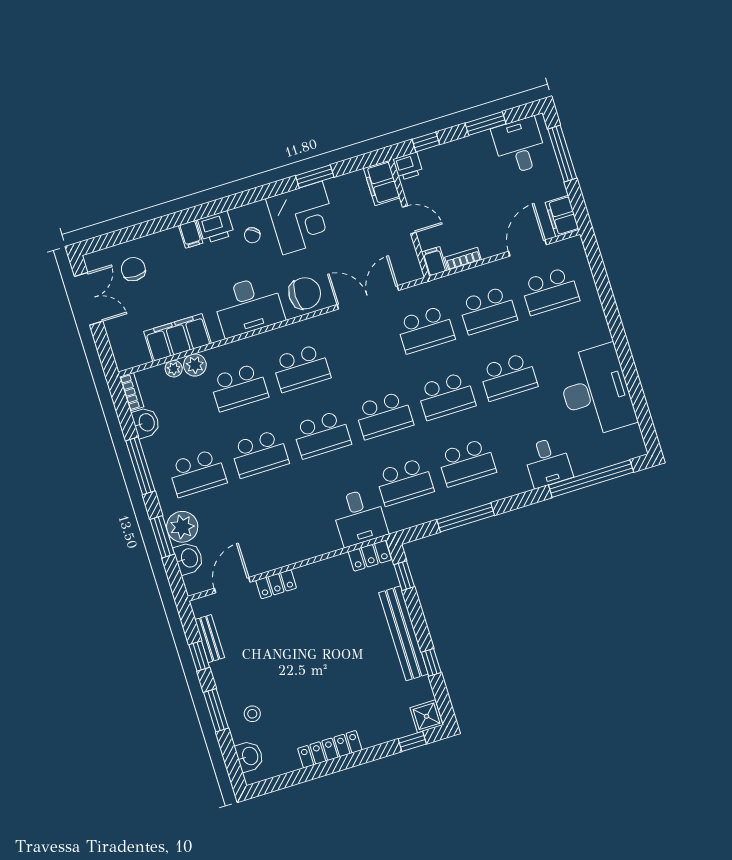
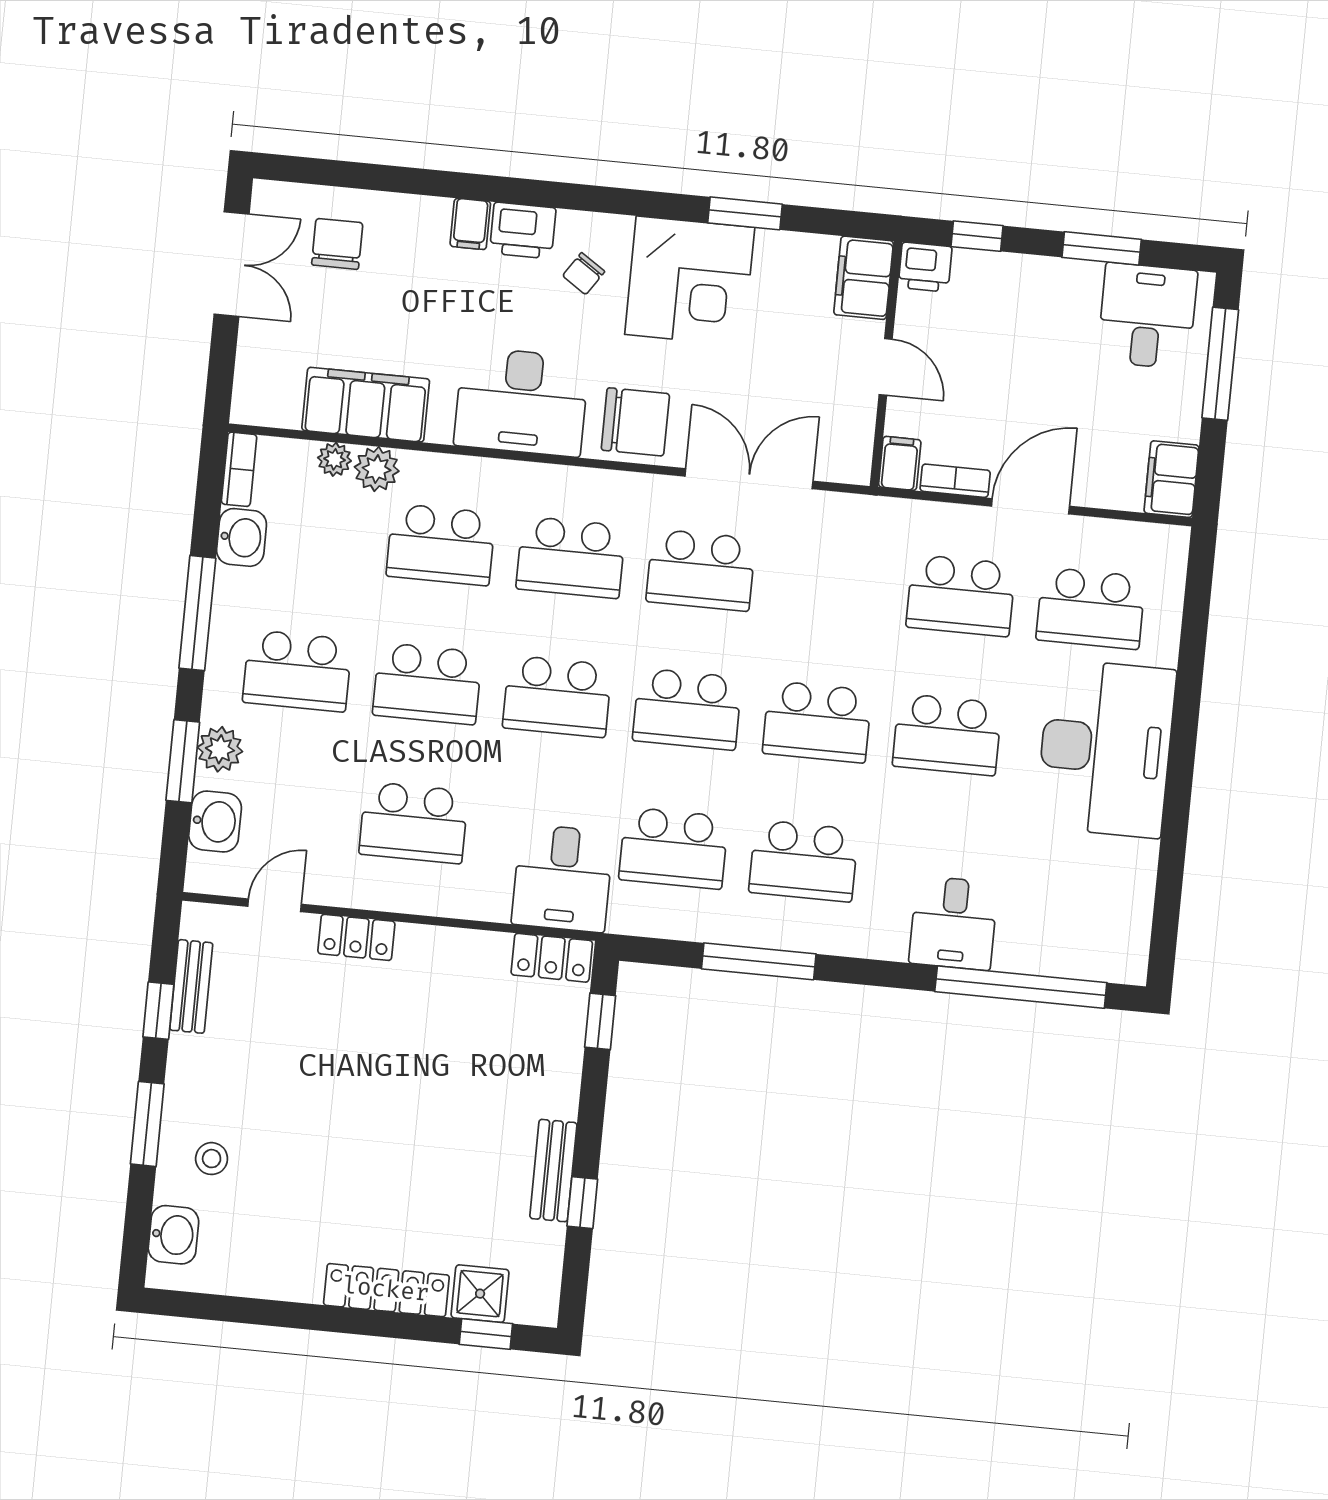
door: (528, 248) -> (1030, 506), moved
school desk: (426, 330) -> (701, 570), moved
desk: (596, 391) -> (1106, 748), moved
school desk: (280, 520) -> (414, 823), added
plant: (182, 527) -> (220, 749), width x0.73, depth x0.73
door: (232, 585) -> (274, 905), width x0.73
bench: (403, 633) -> (553, 1171), width x0.54, depth x0.82
shower: (427, 716) -> (480, 1294), moved
locker: (330, 749) -> (386, 1290), moved

